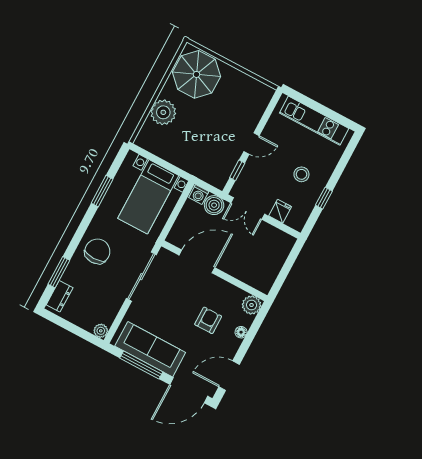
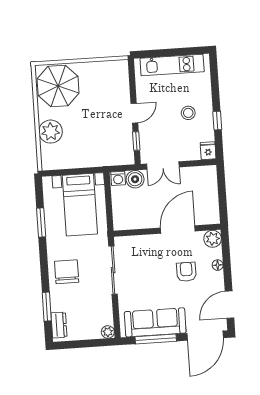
fridge: (280, 211) -> (208, 151), moved
door: (197, 261) -> (178, 229), moved

